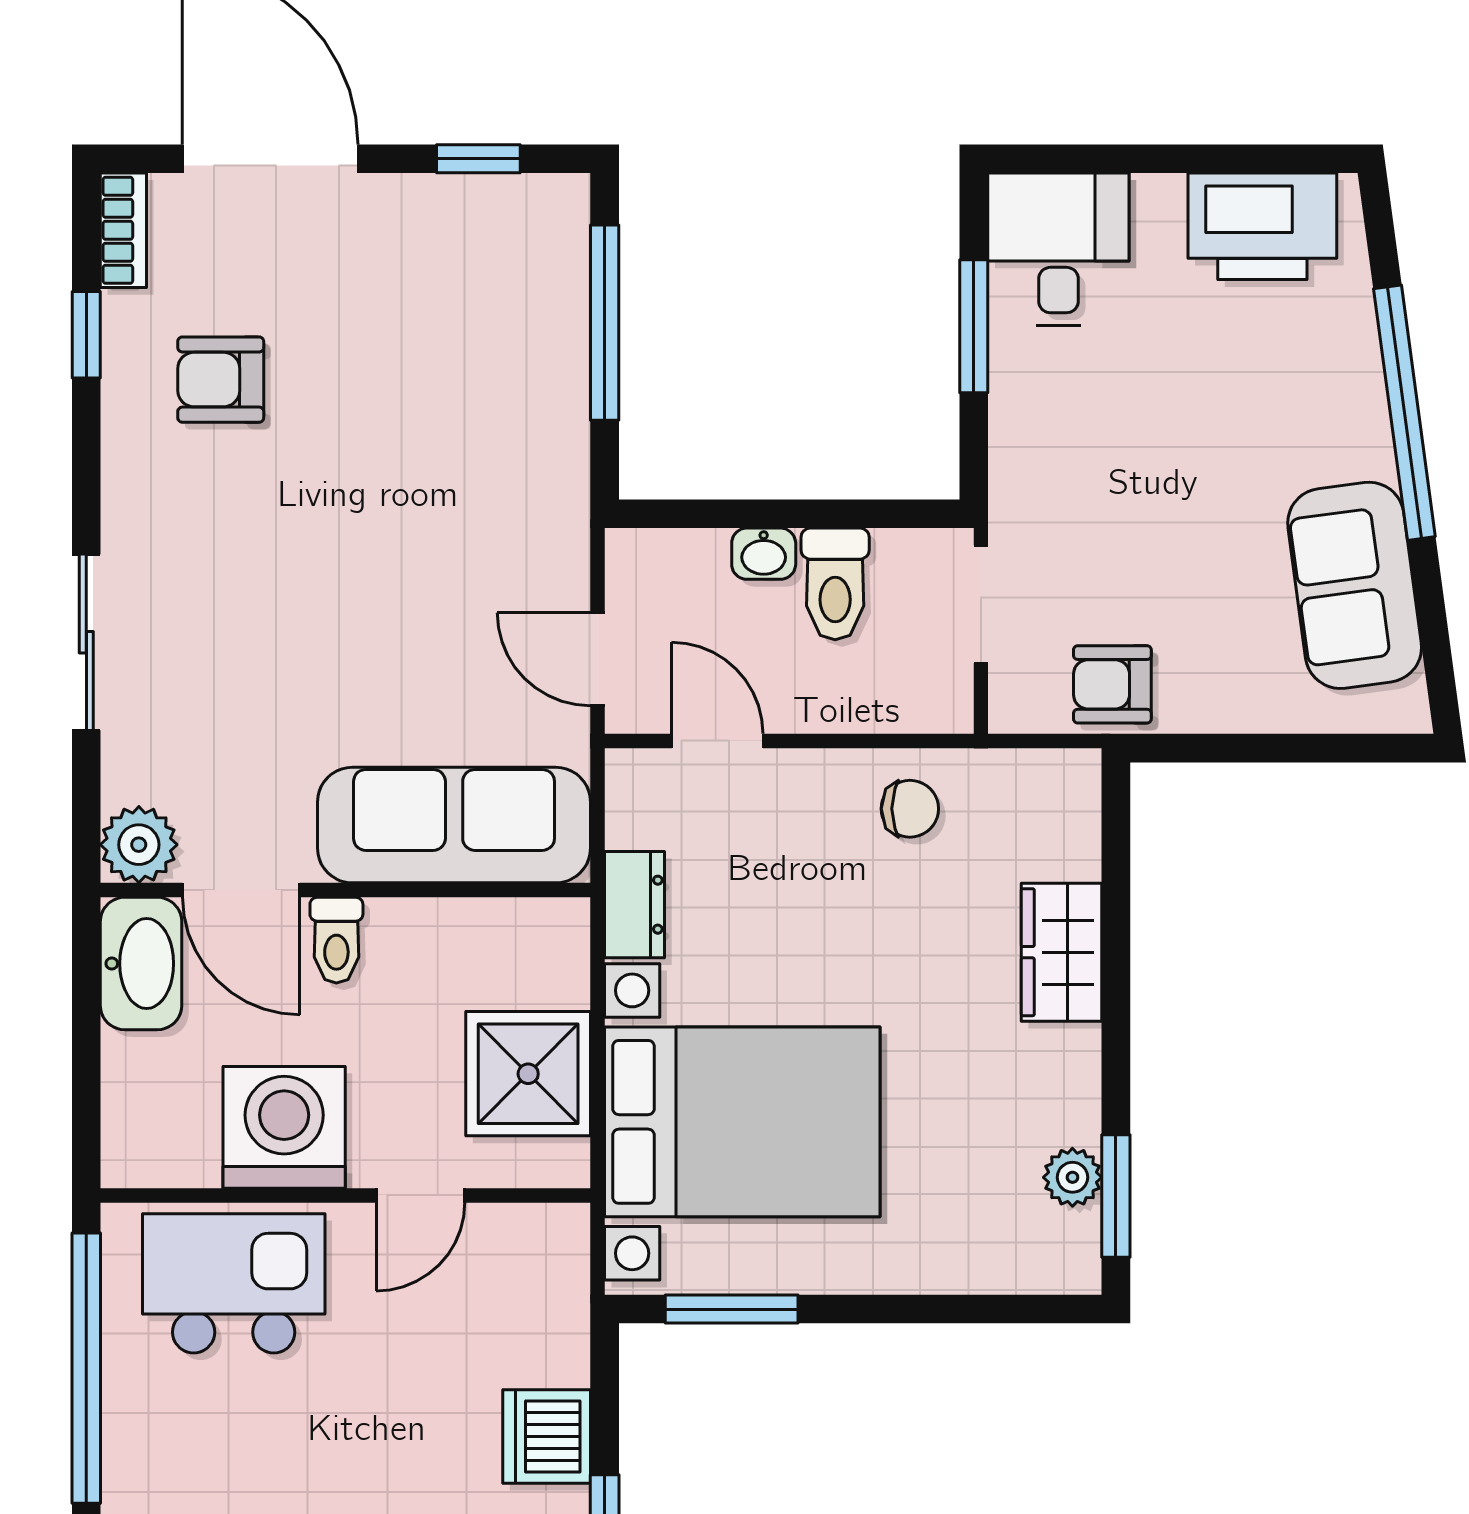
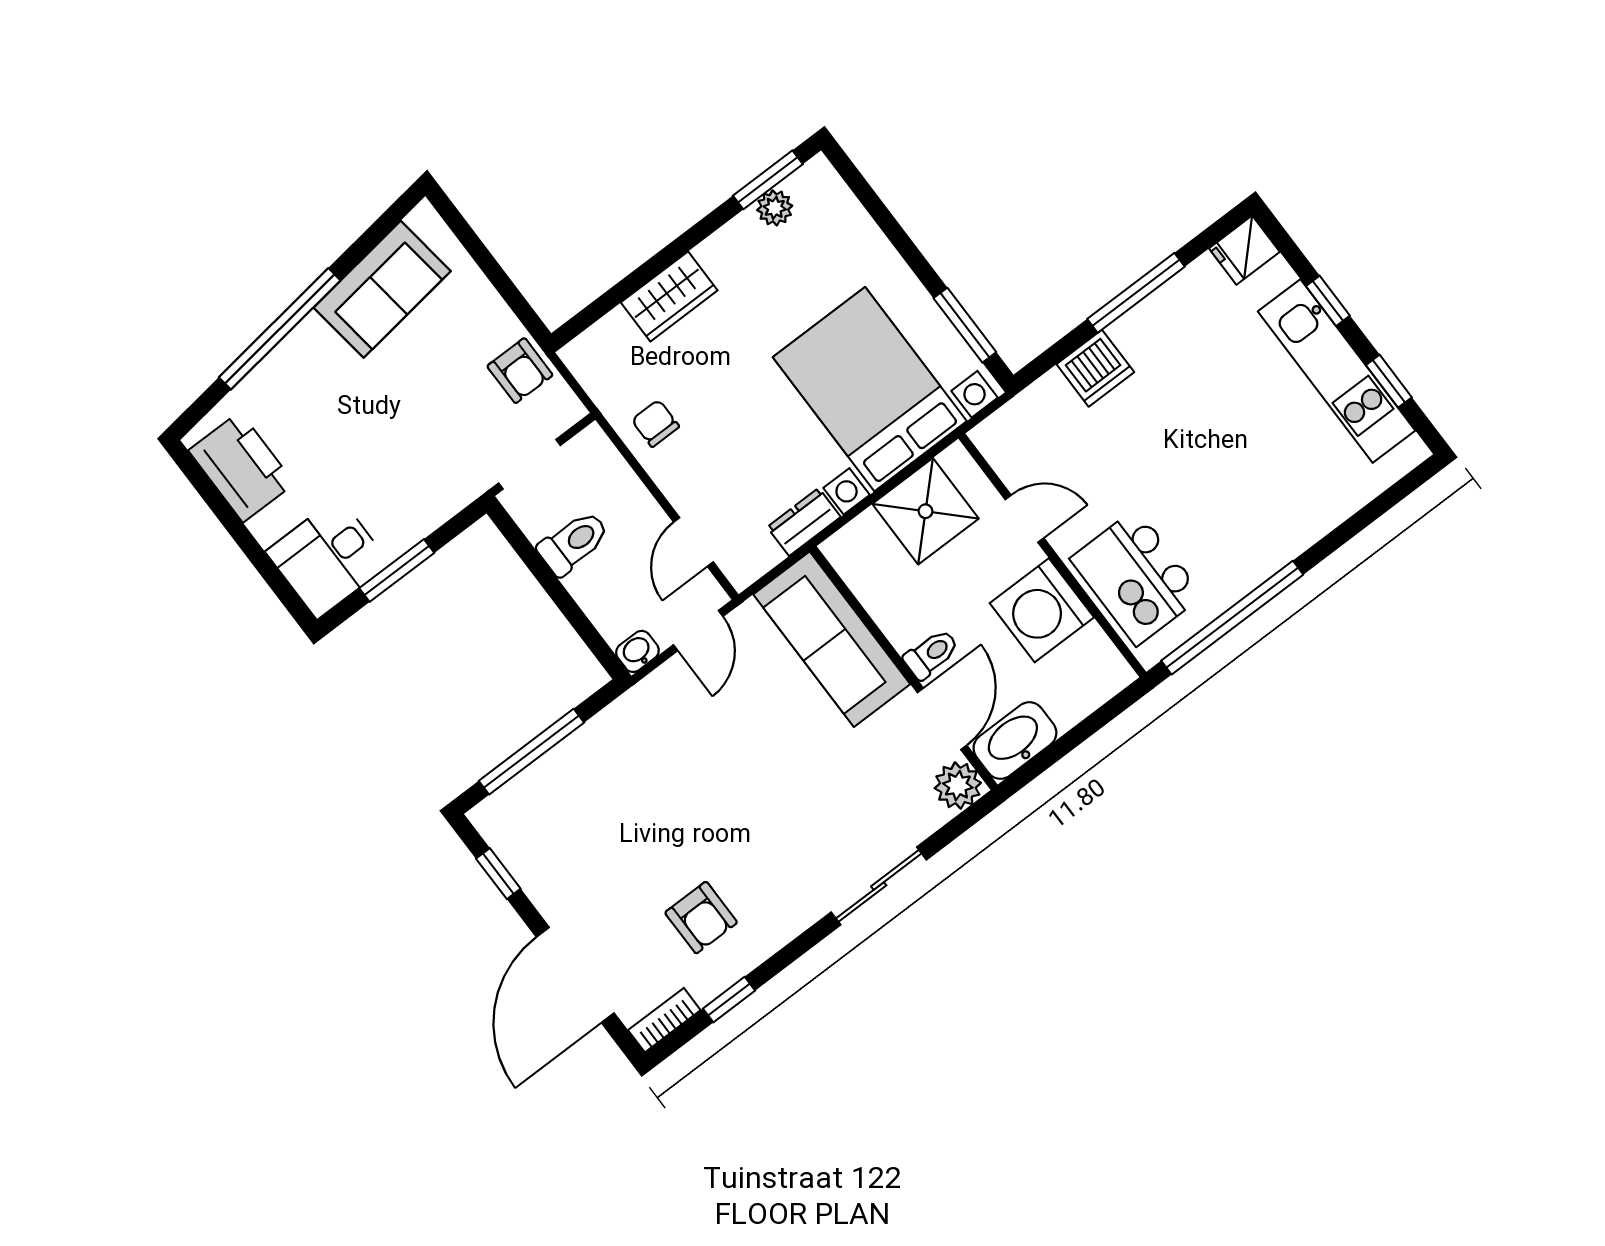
washbasin: (764, 554) -> (637, 651), moved, turned -90

